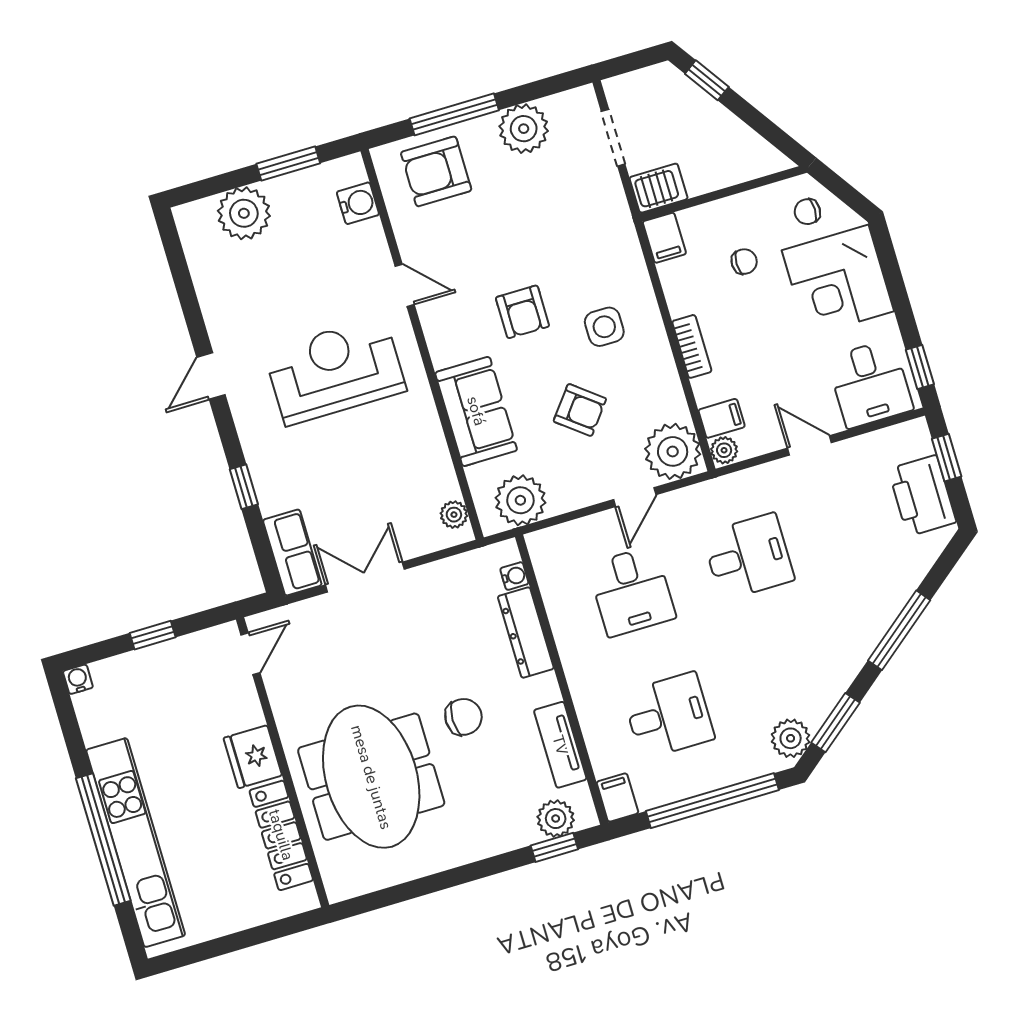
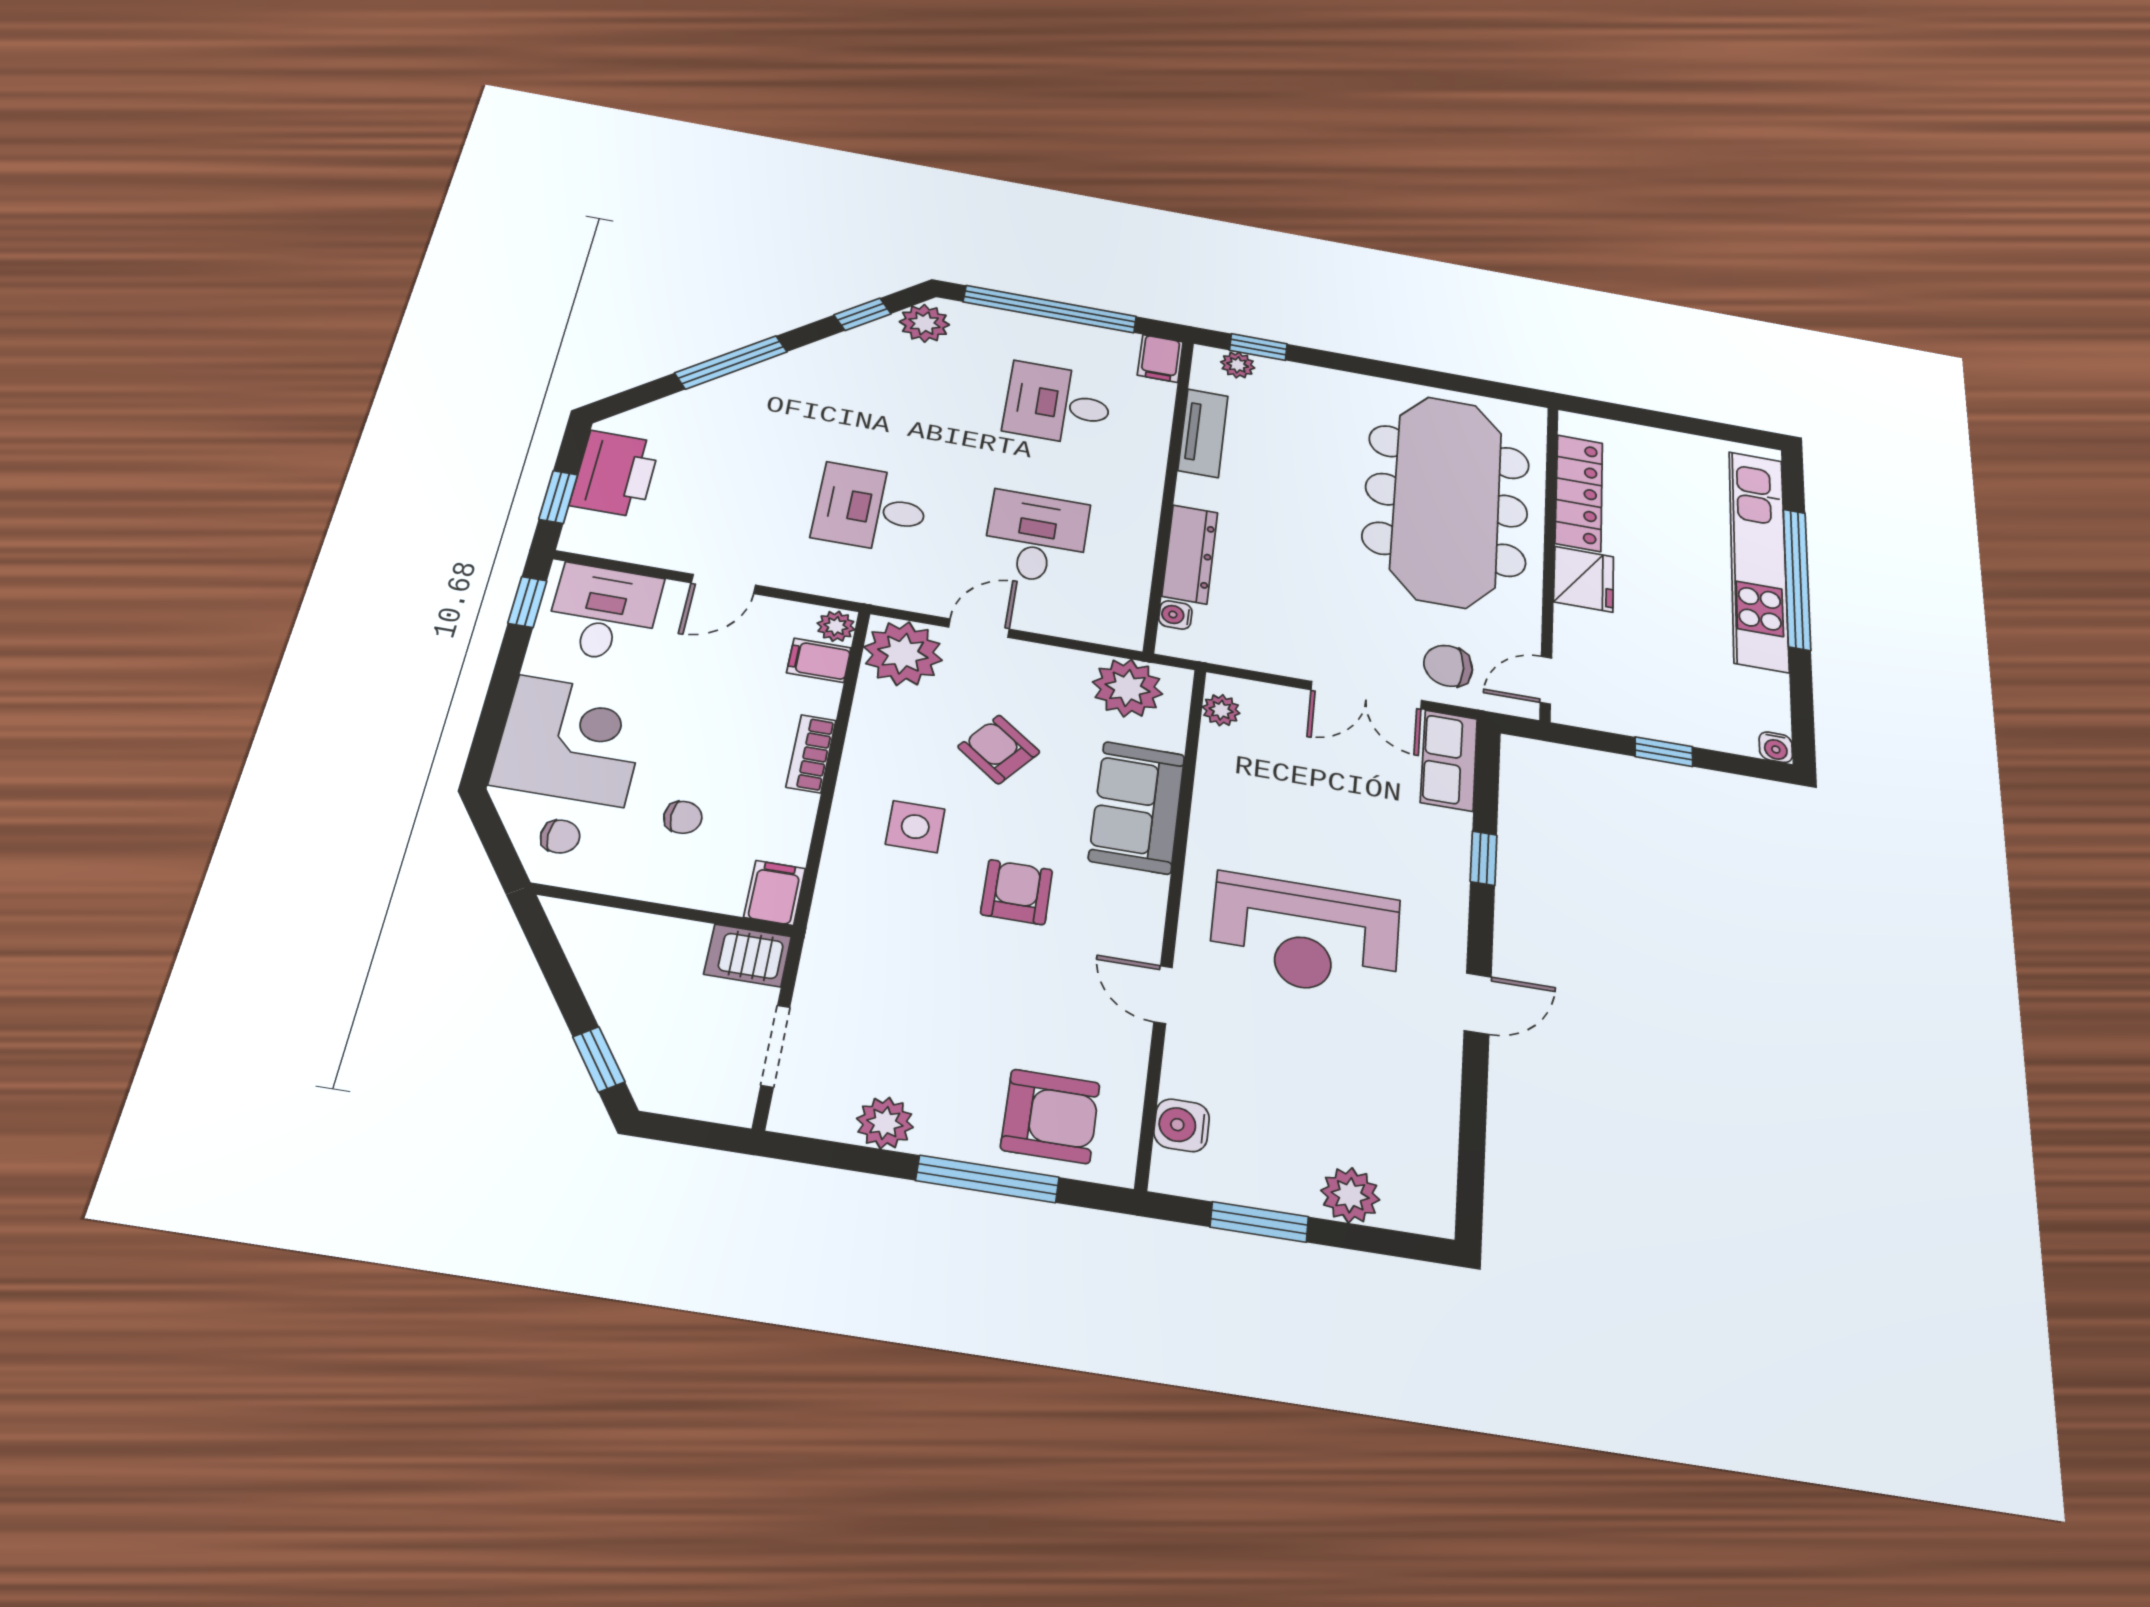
plant: (524, 129) -> (885, 1123), width x0.73, depth x0.73
plant: (244, 213) -> (1350, 1195), width x0.73, depth x0.73
chair: (744, 262) -> (683, 817), turned 180
door: (809, 445) -> (723, 584), hinge flipped
chair: (463, 717) -> (1448, 666), moved
window: (835, 723) -> (862, 314), width x0.67
meeting table: (371, 777) -> (1447, 500), width x1.36
plant: (556, 819) -> (1238, 365), width x0.73, depth x0.73

